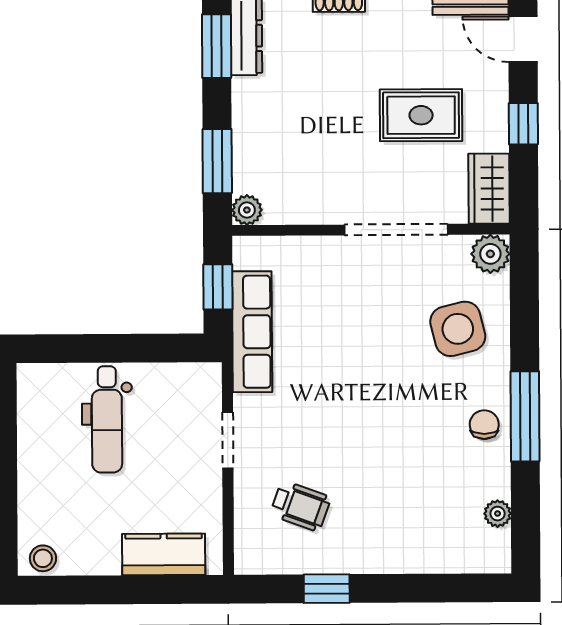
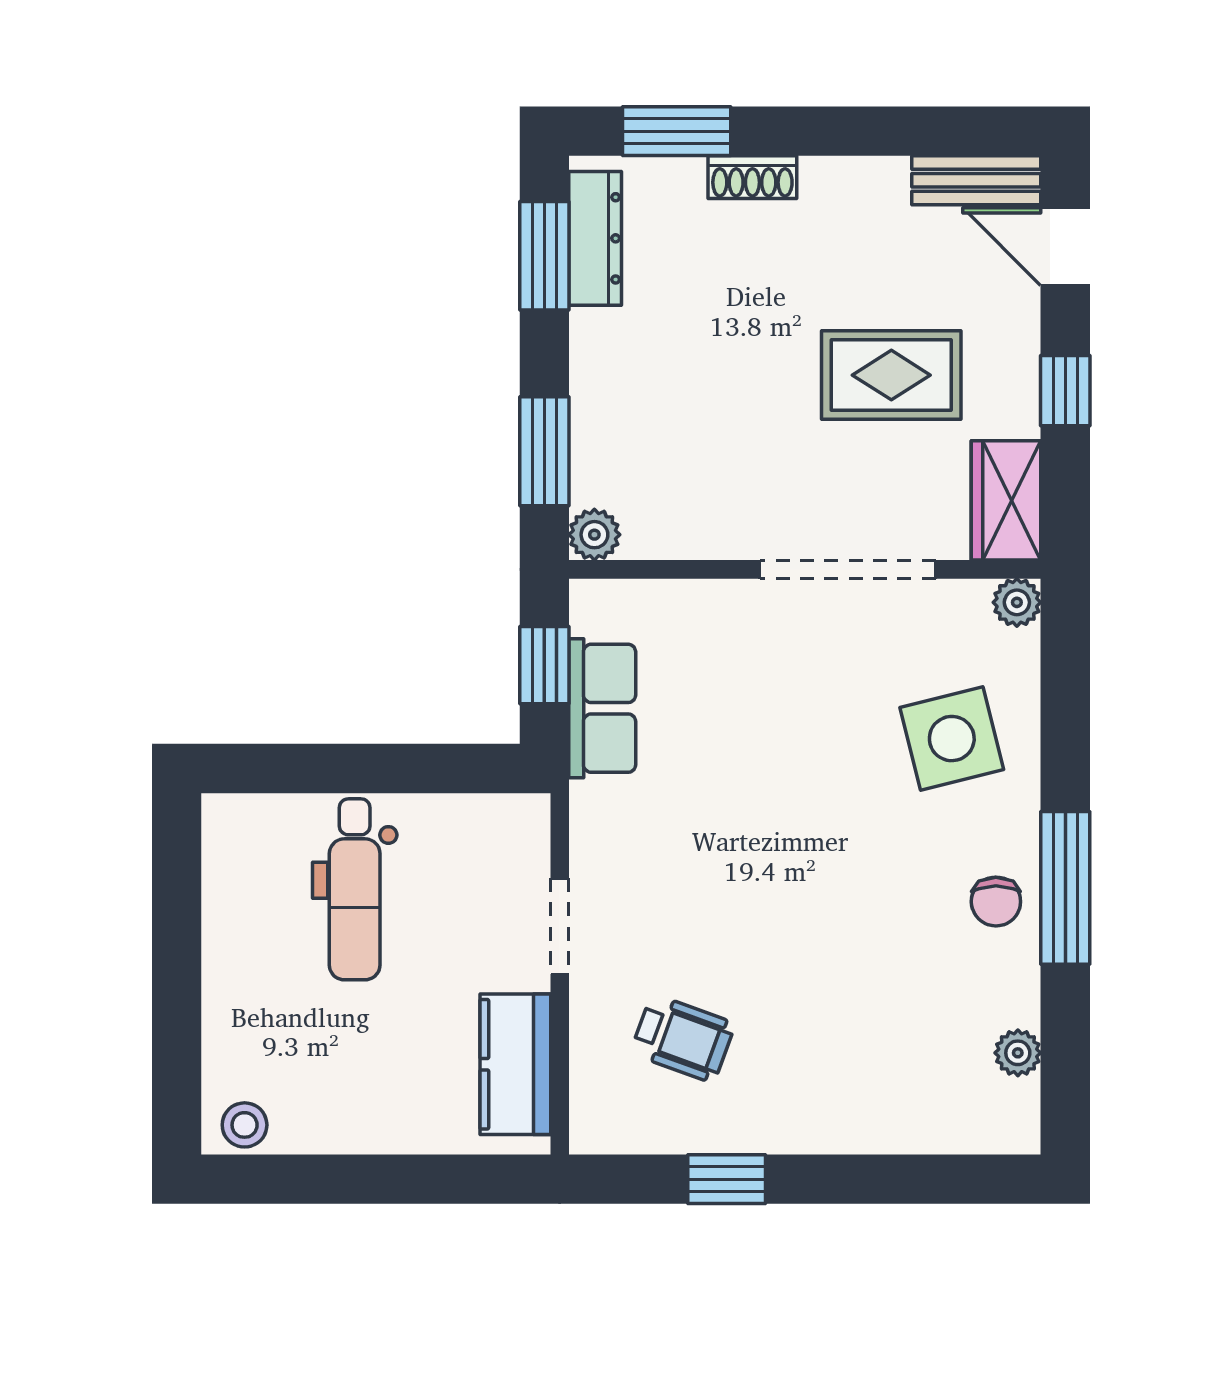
plant: (490, 254) -> (1017, 602), width x0.73, depth x0.73
row of seats: (252, 332) -> (602, 708), width x0.68
chair: (484, 425) -> (996, 902), turned 180
kitchen counter: (164, 554) -> (515, 1064), moved, turned -90

